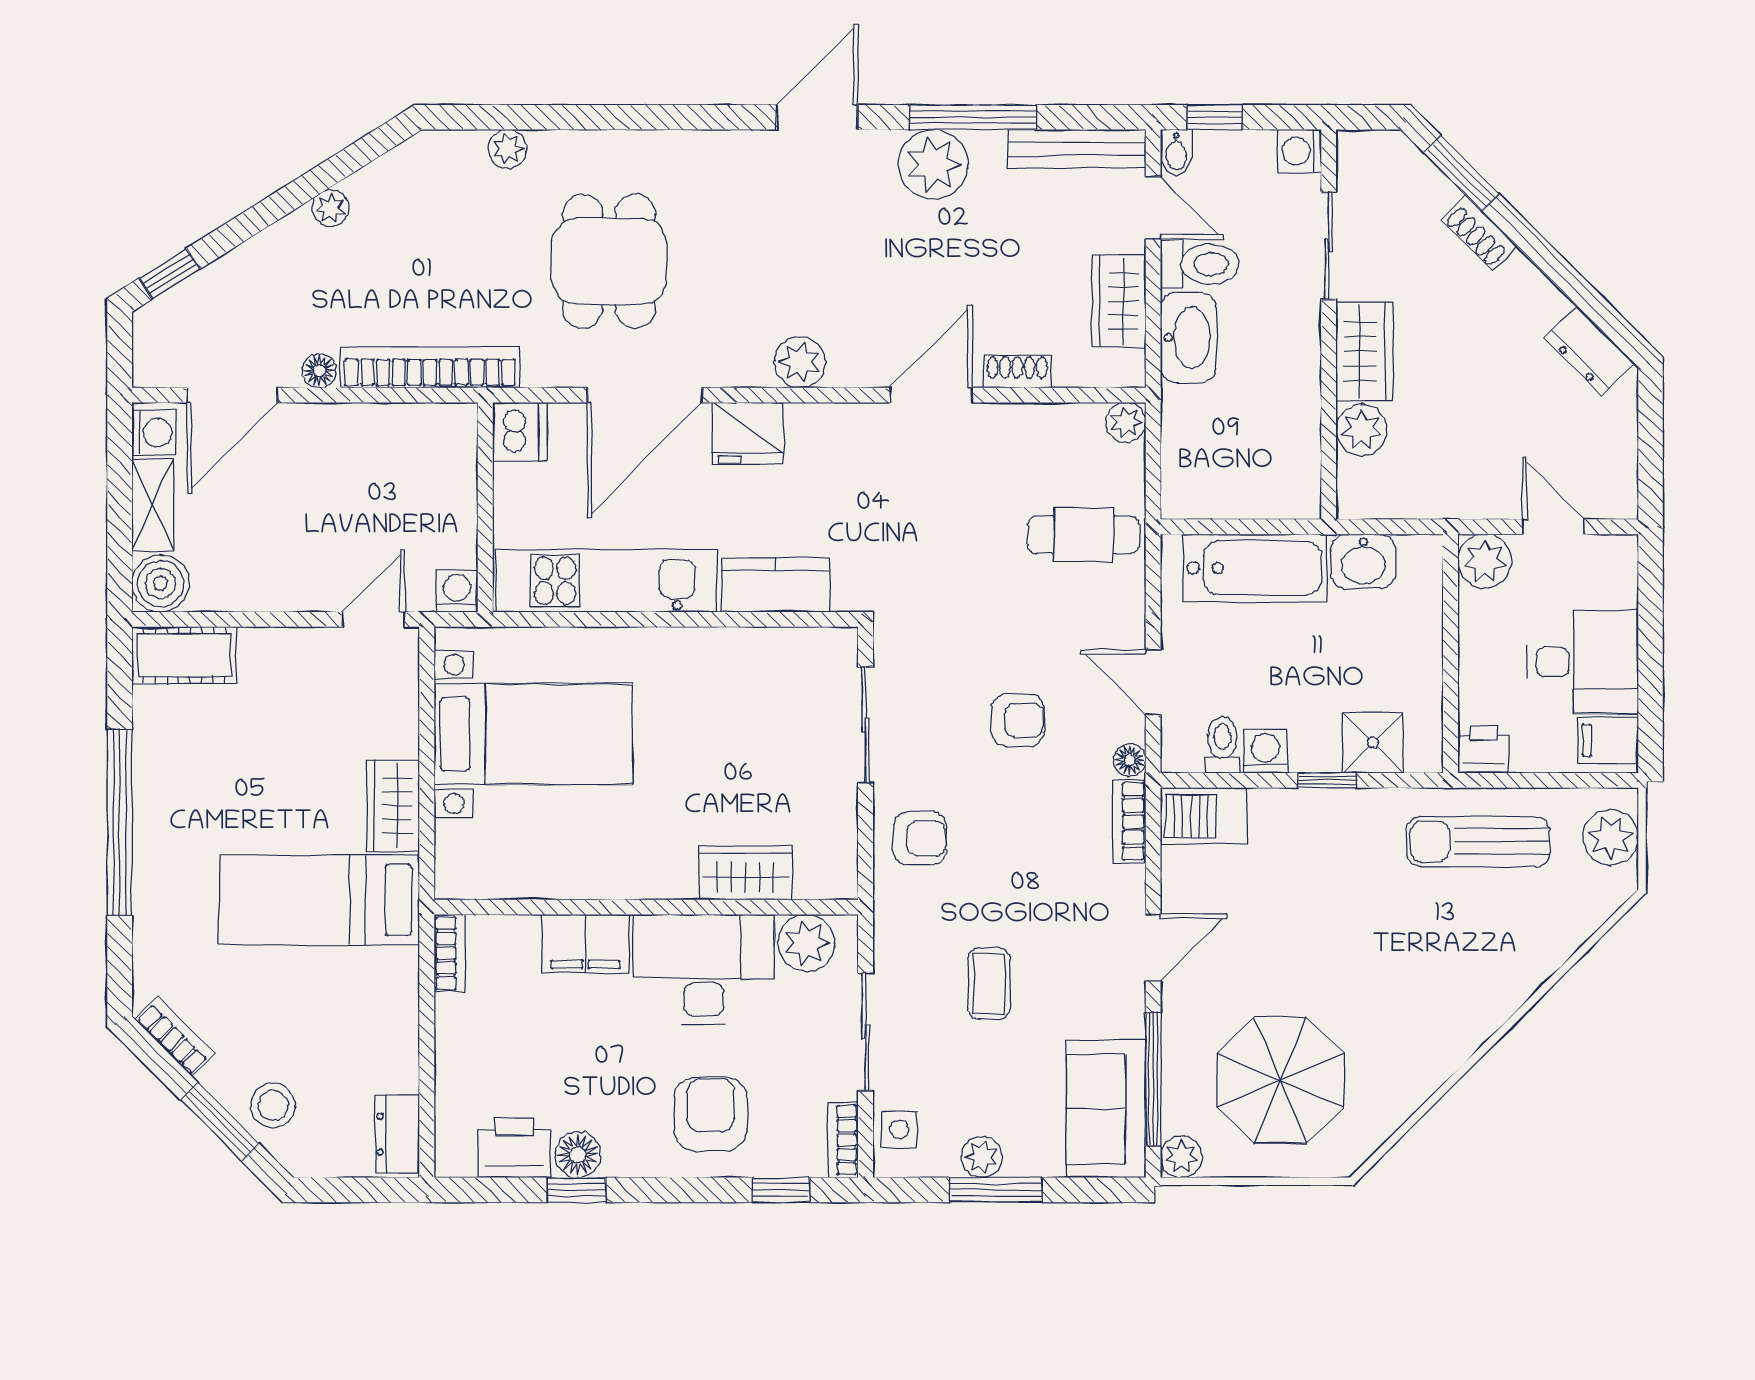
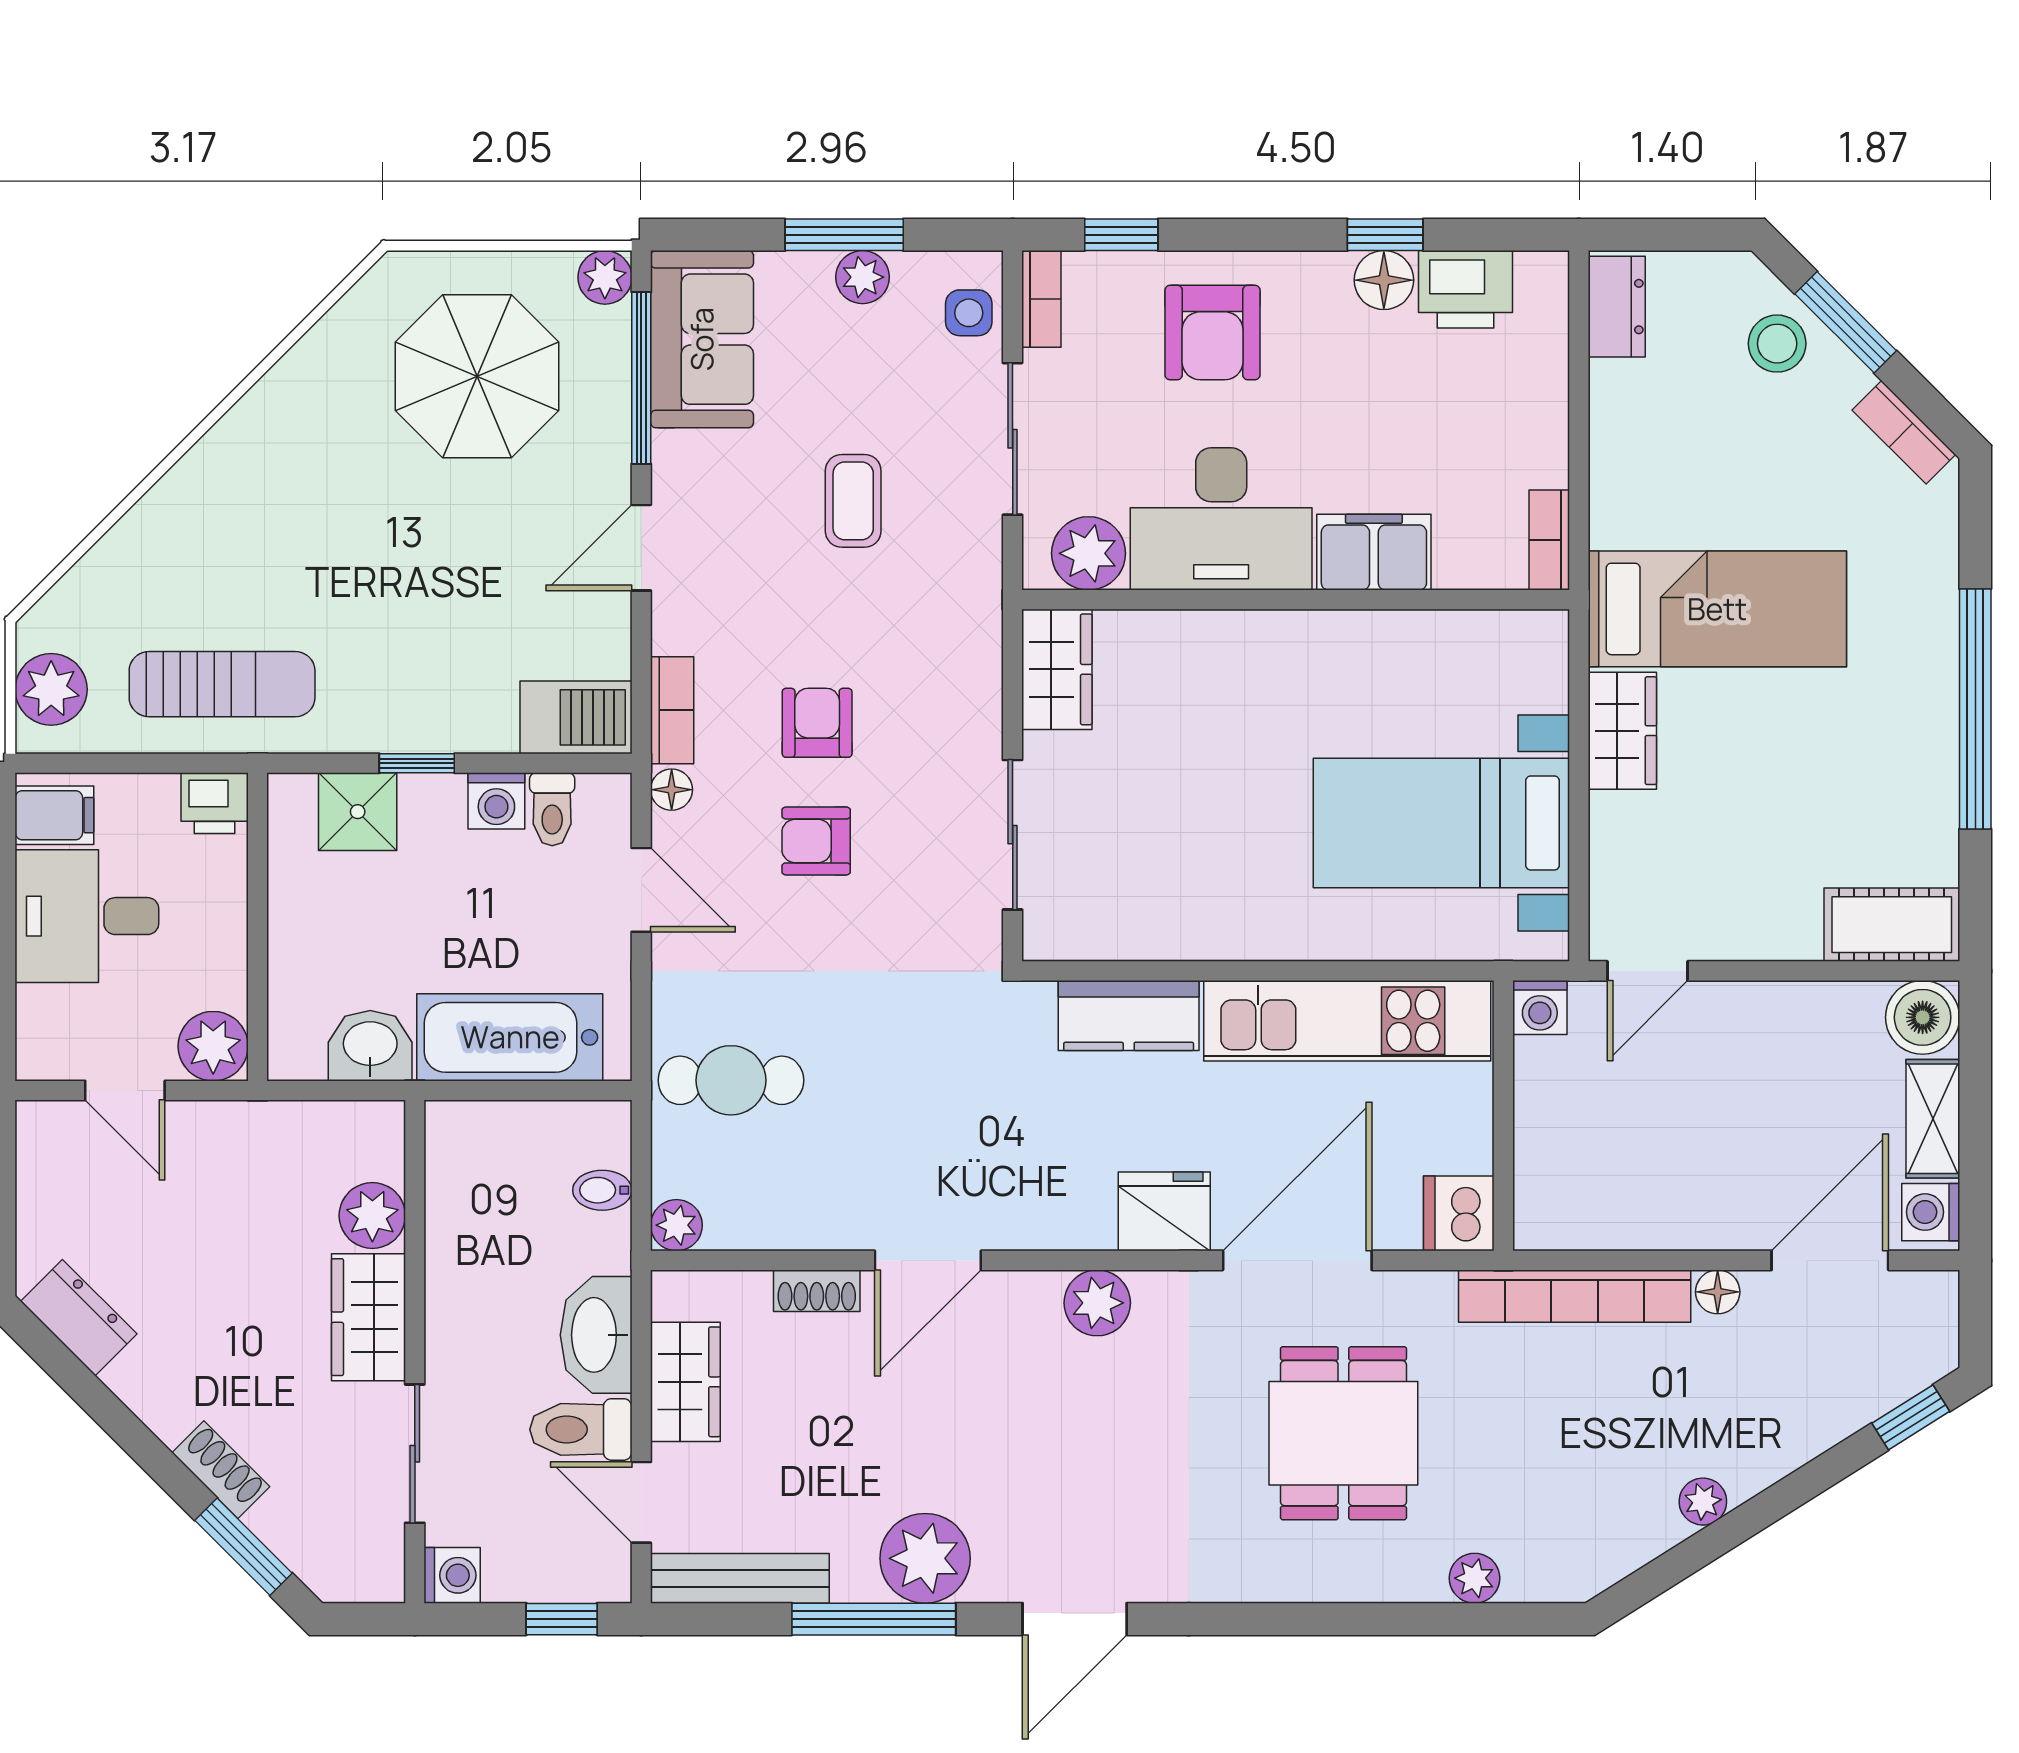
bidet: (1176, 152) -> (602, 1190), moved, turned -90
armchair: (920, 838) -> (817, 723), moved, turned 90
wardrobe: (745, 873) -> (1057, 669), moved, turned -90

